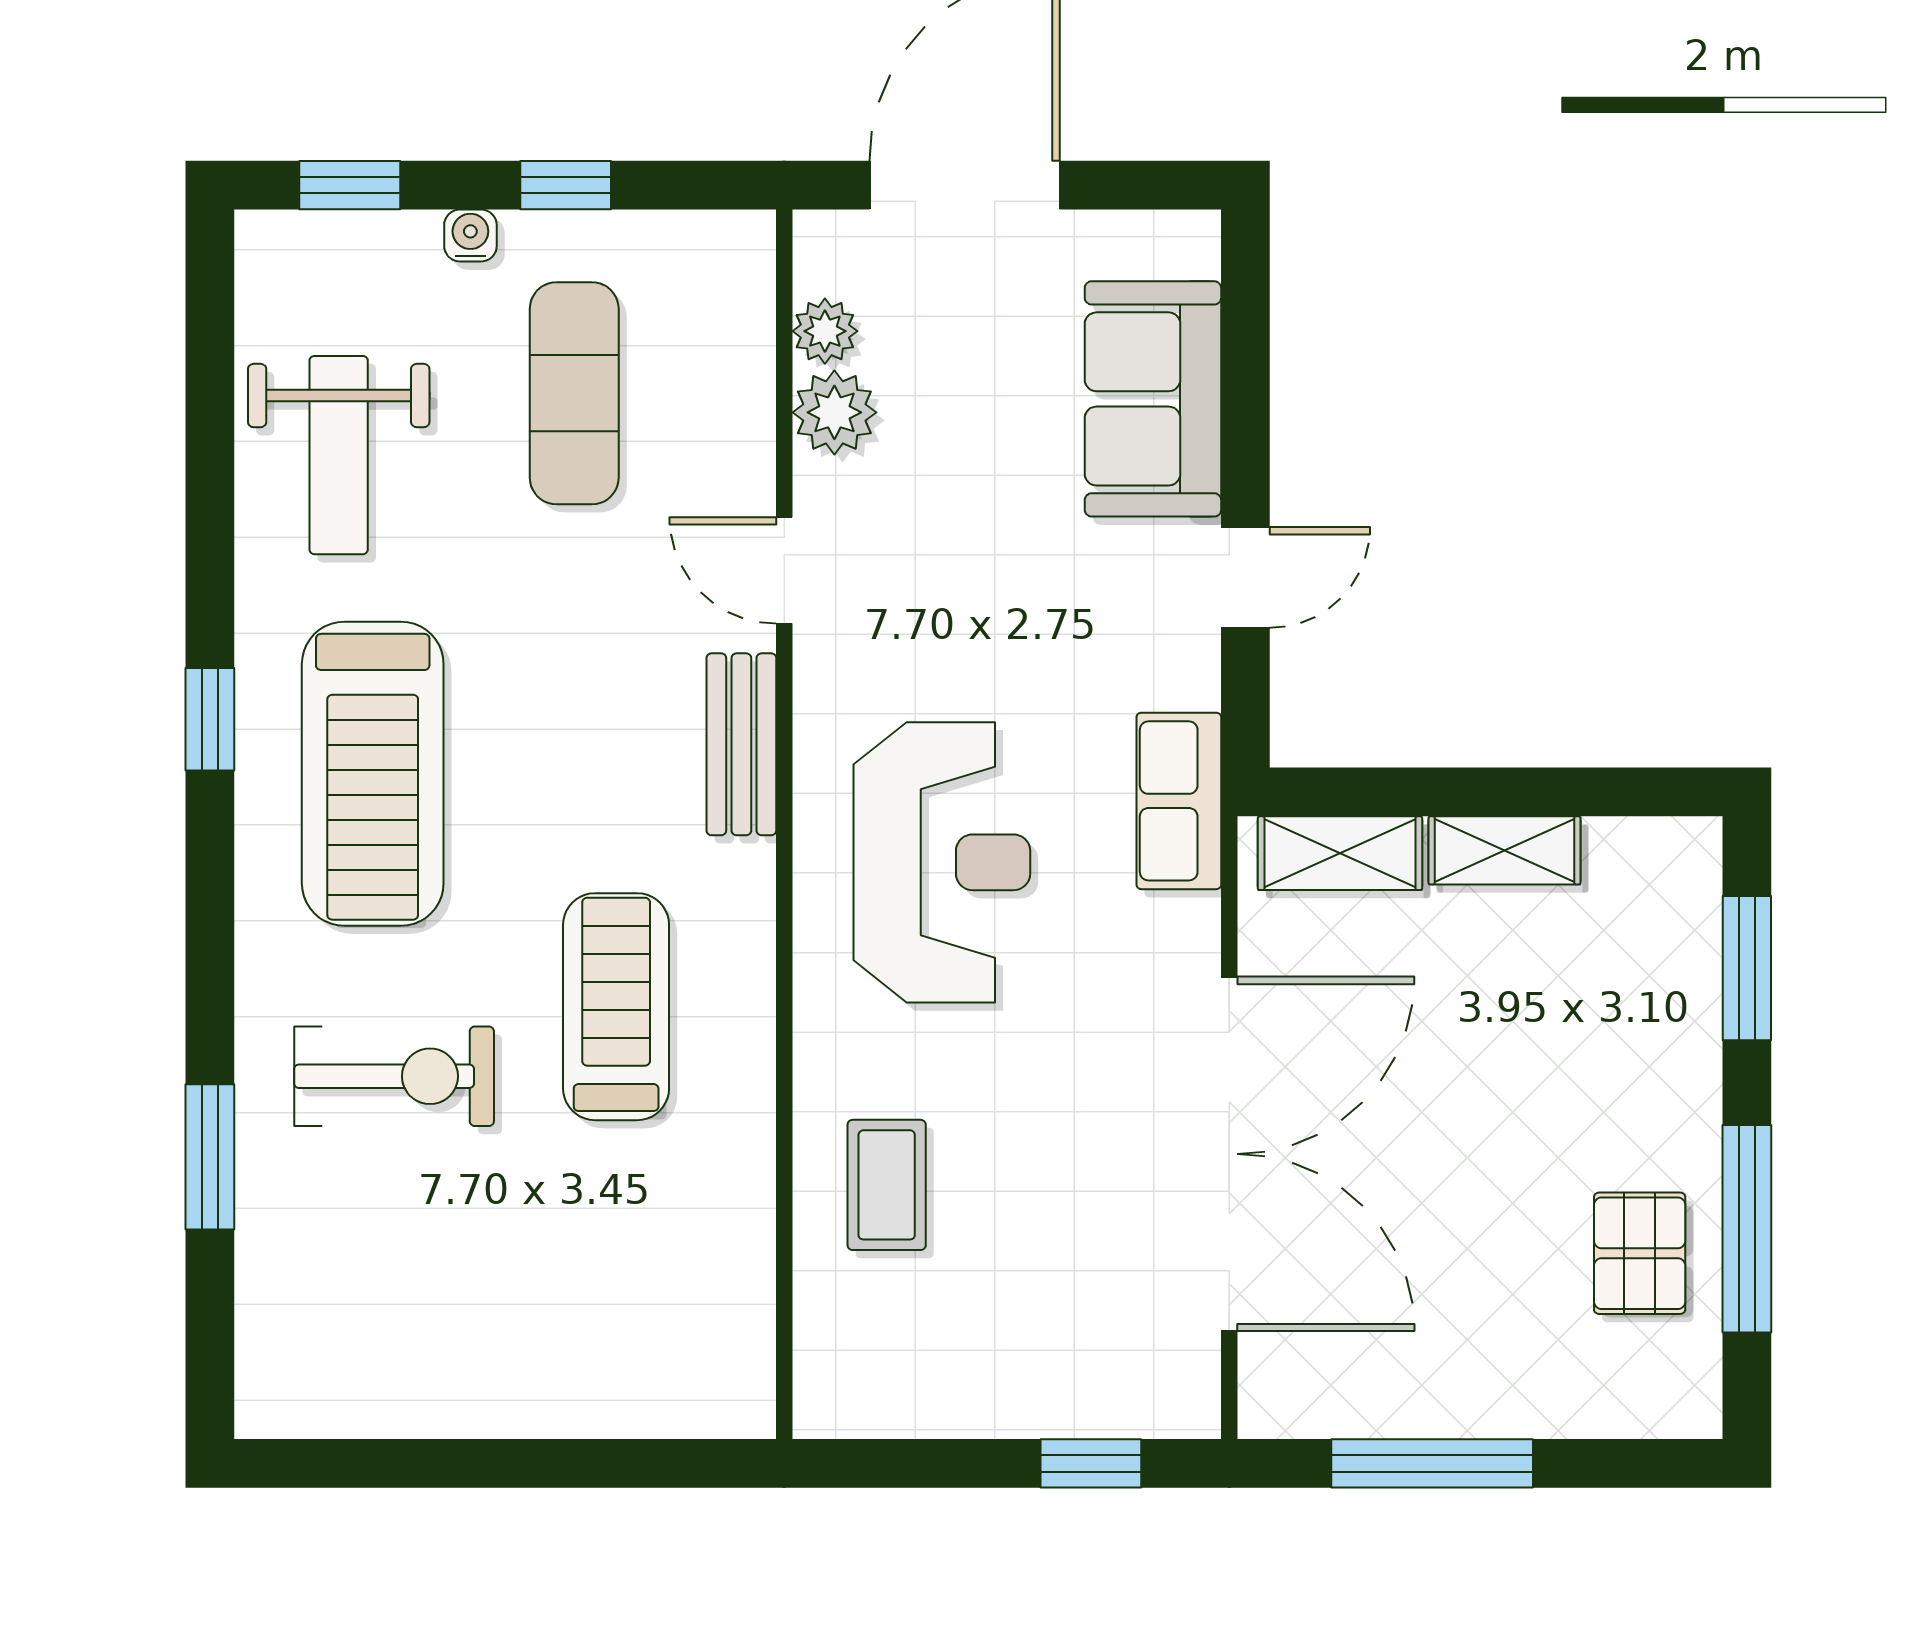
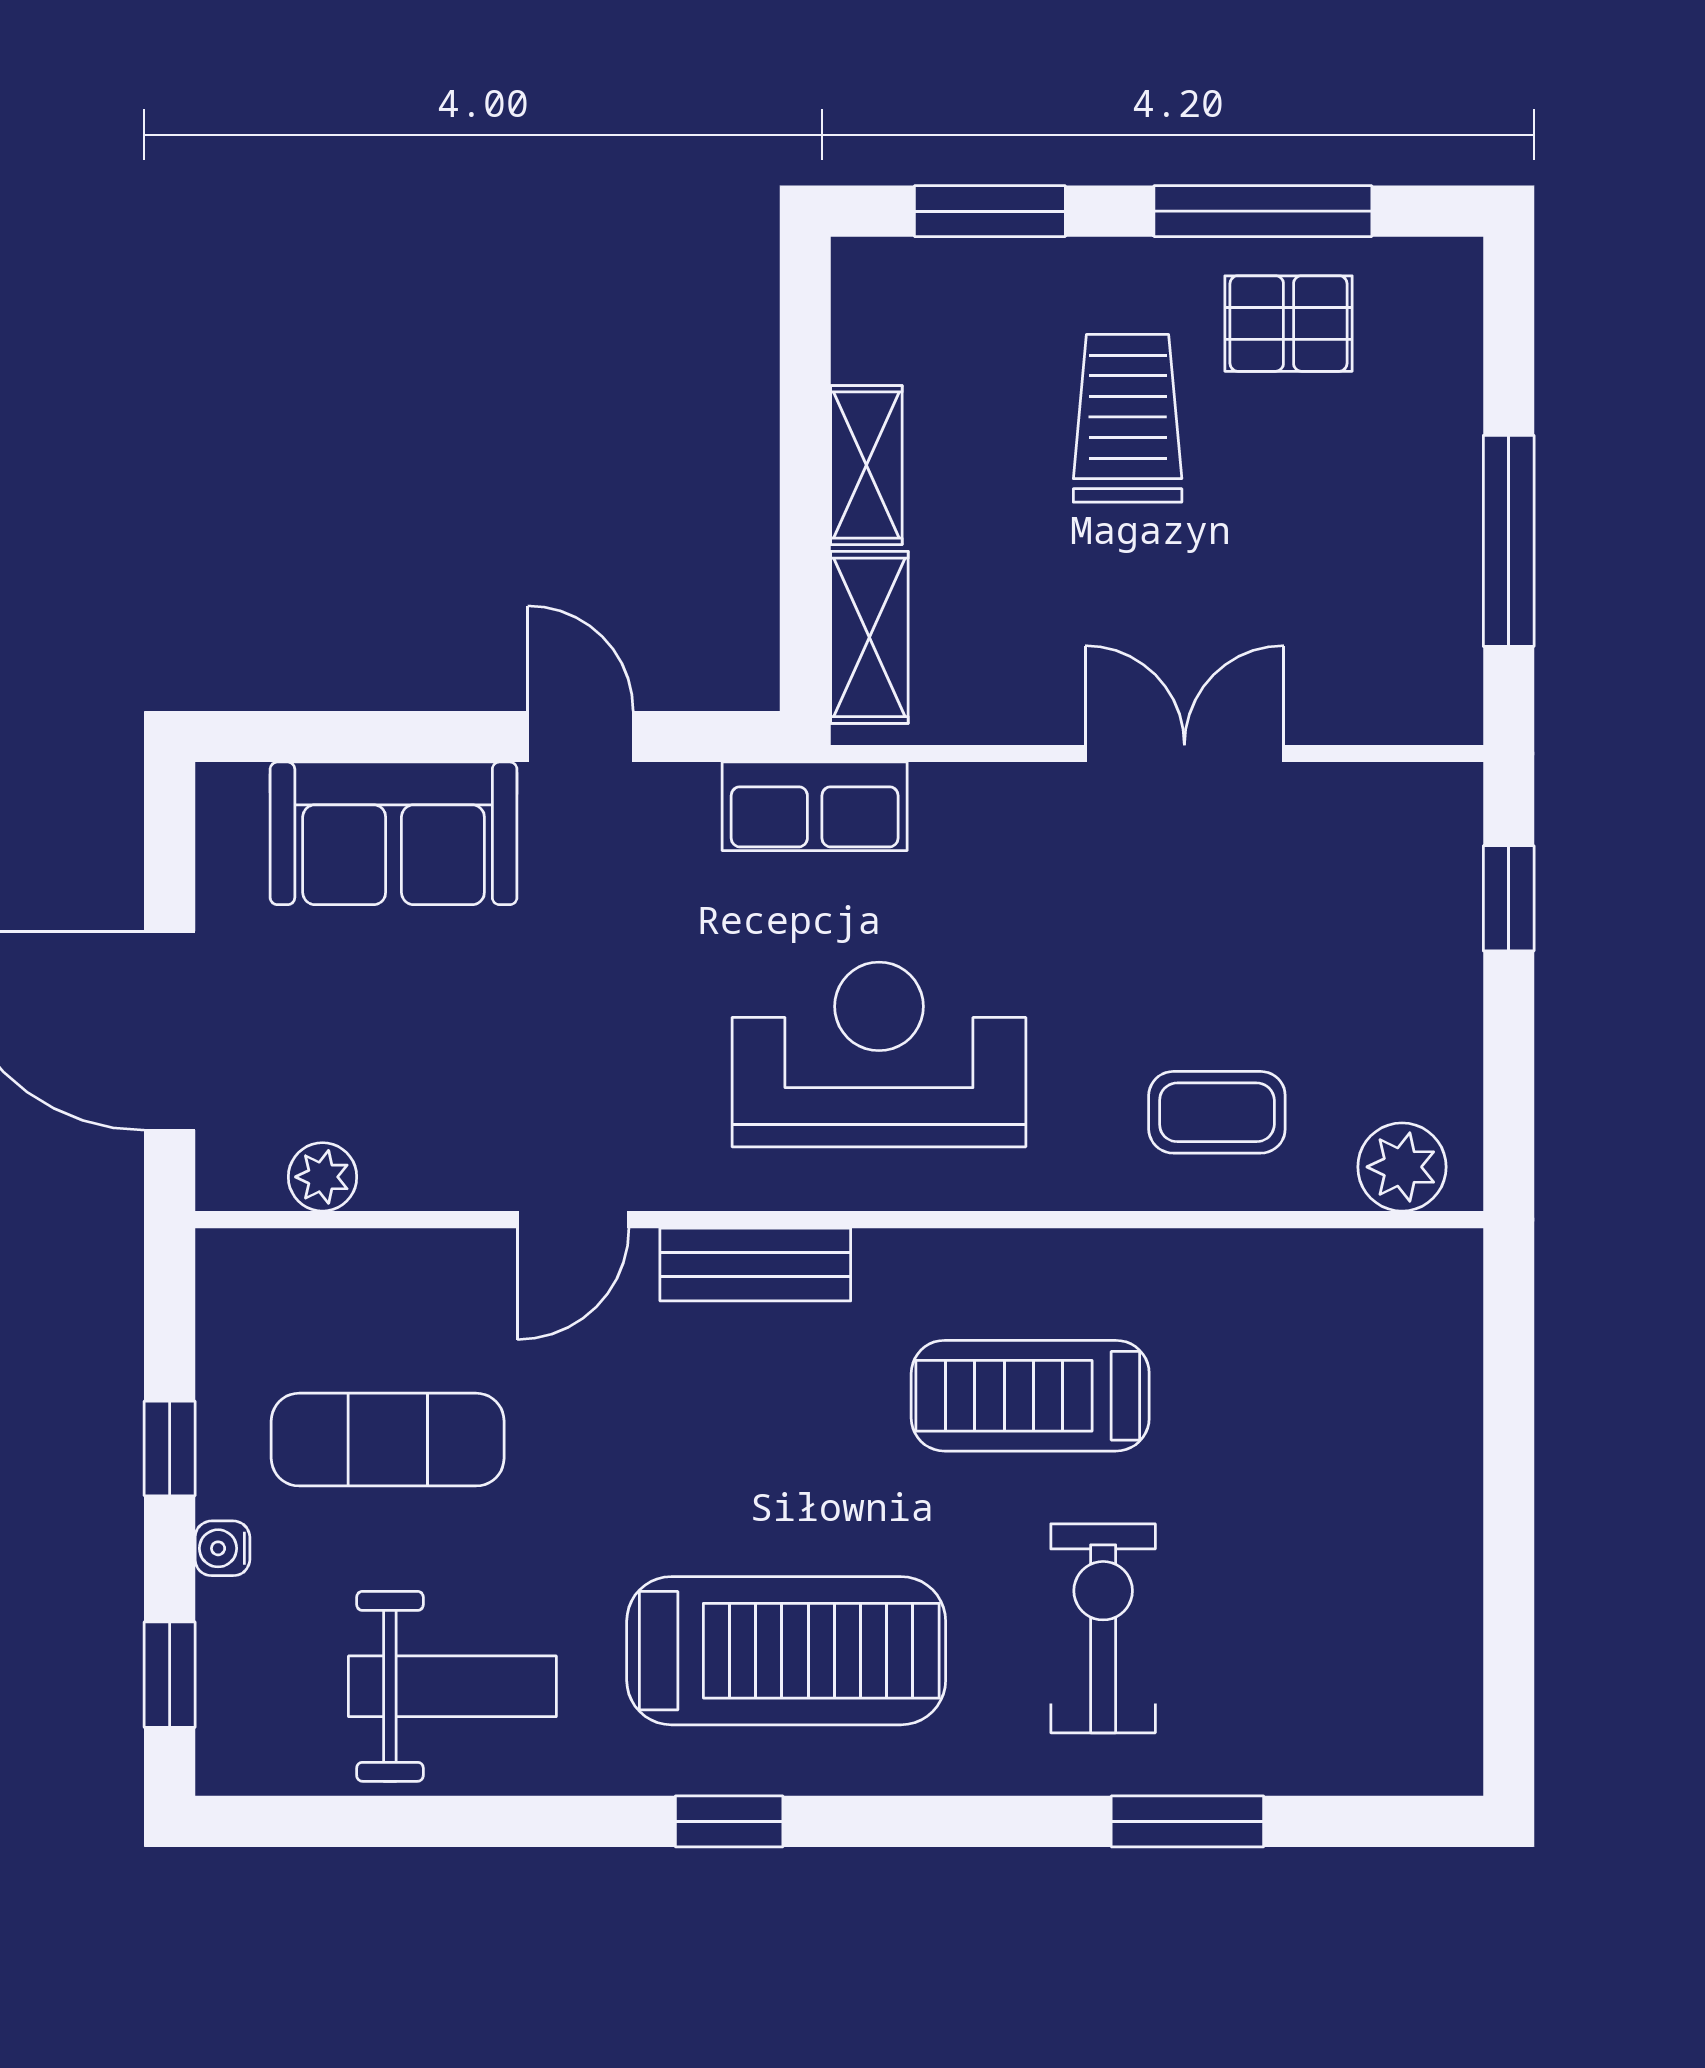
plant: (834, 412) -> (1402, 1167), moved
trolley: (1549, 1100) -> (1128, 418), added
double door: (1229, 1154) -> (1184, 754), width x0.54

